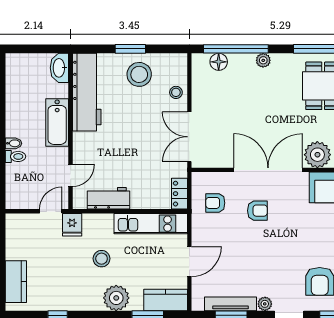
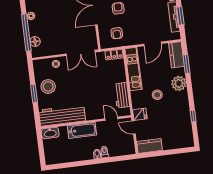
door: (189, 262) -> (153, 44), swing flipped
kitchen counter: (16, 282) -> (149, 146), moved

